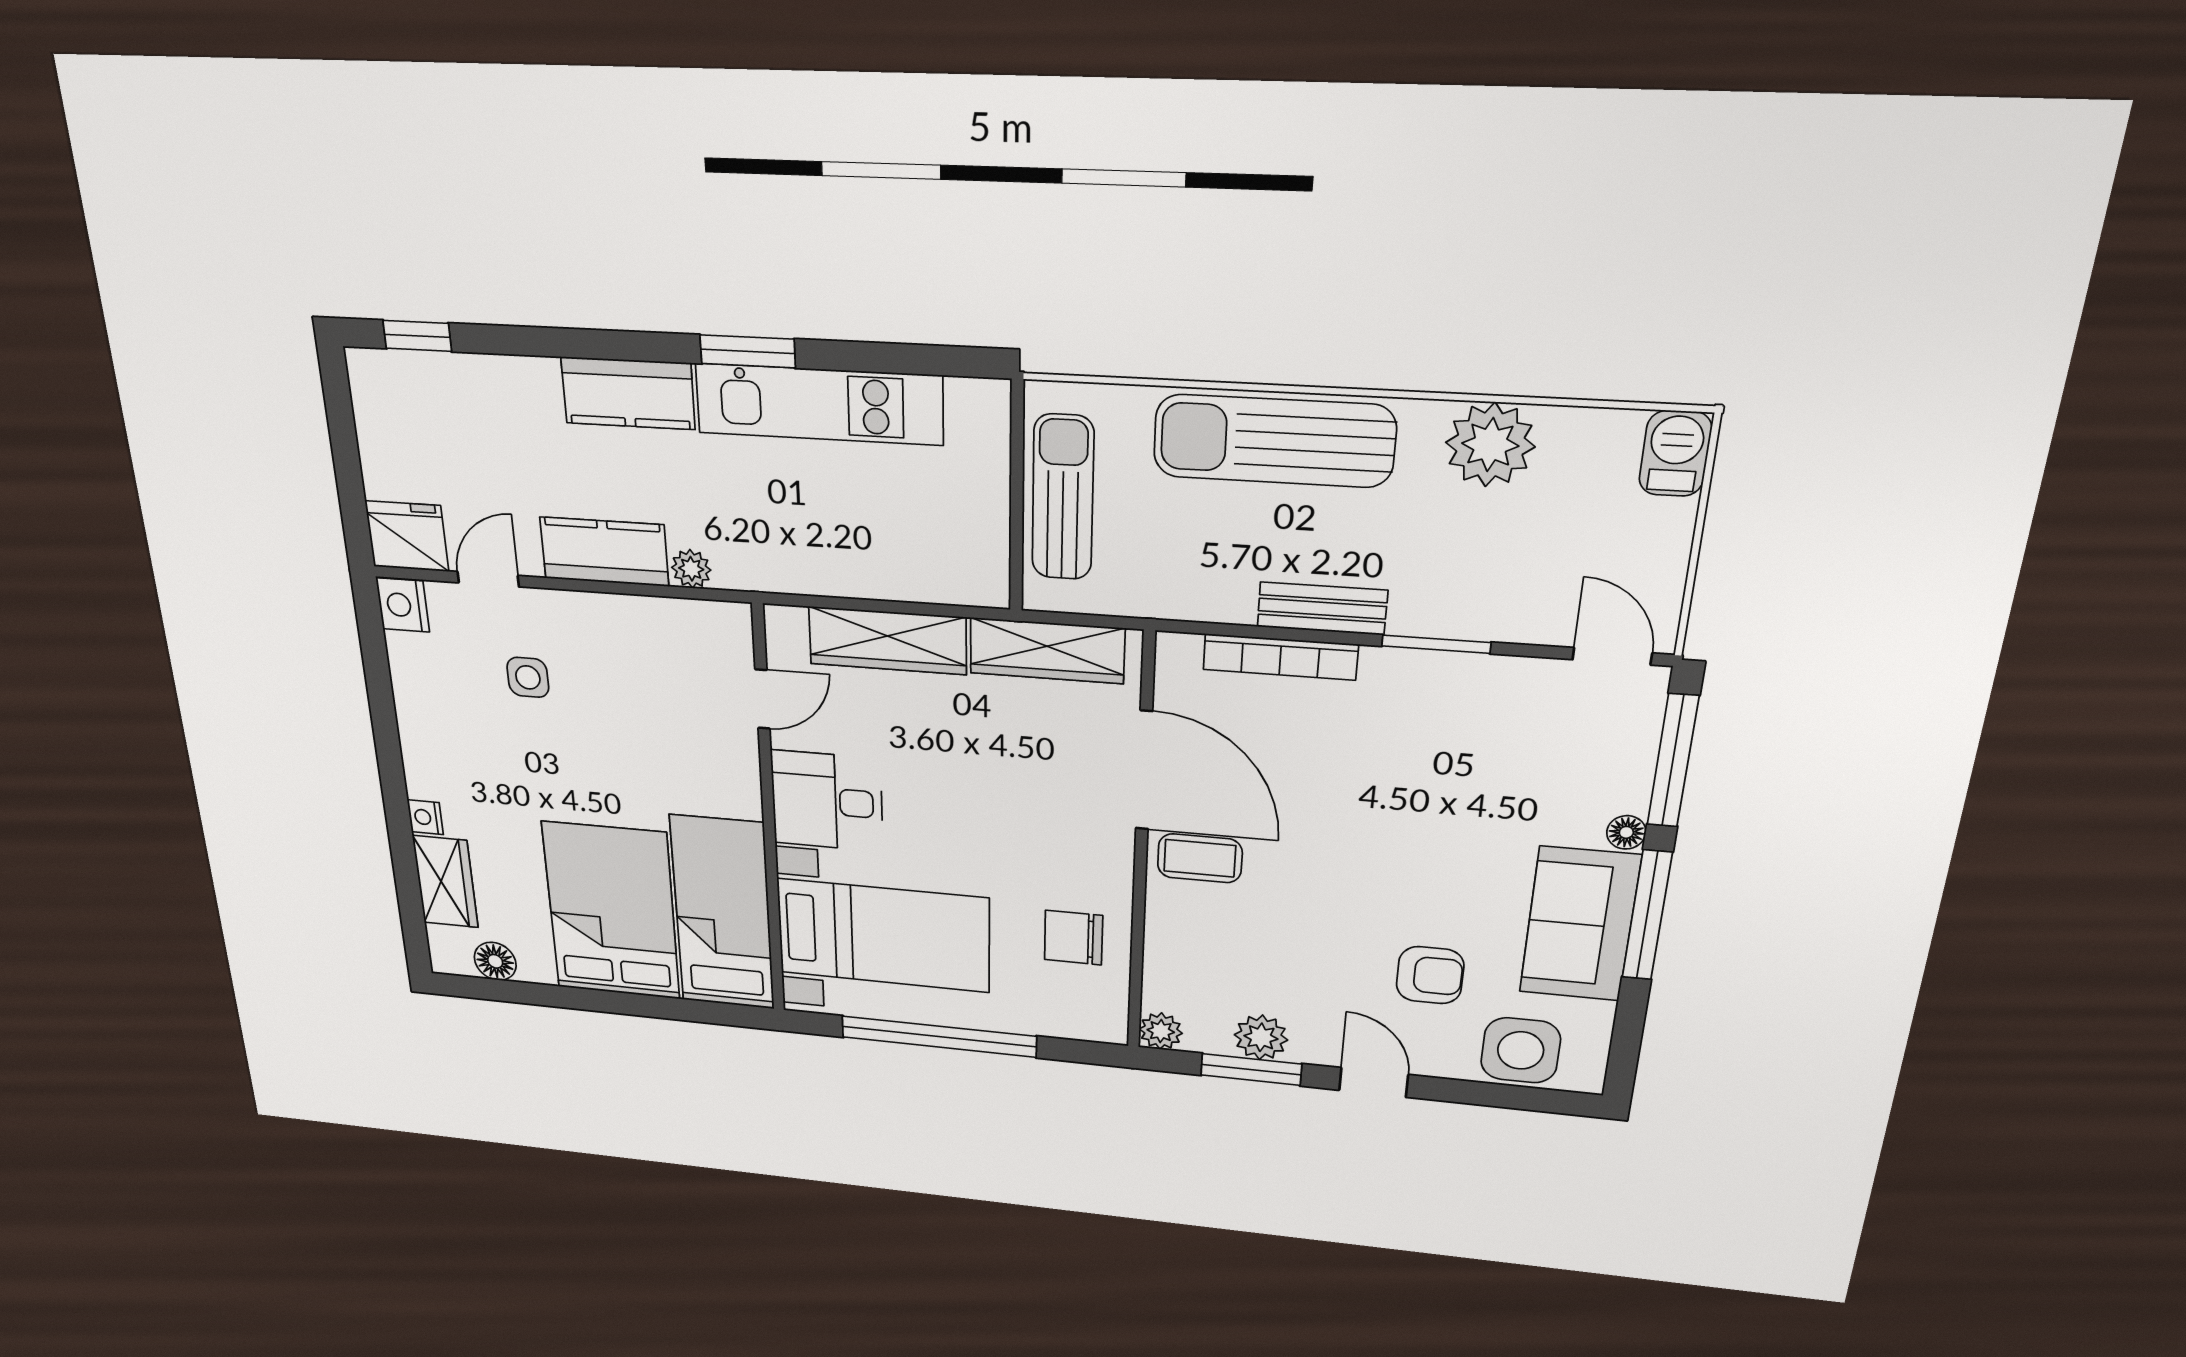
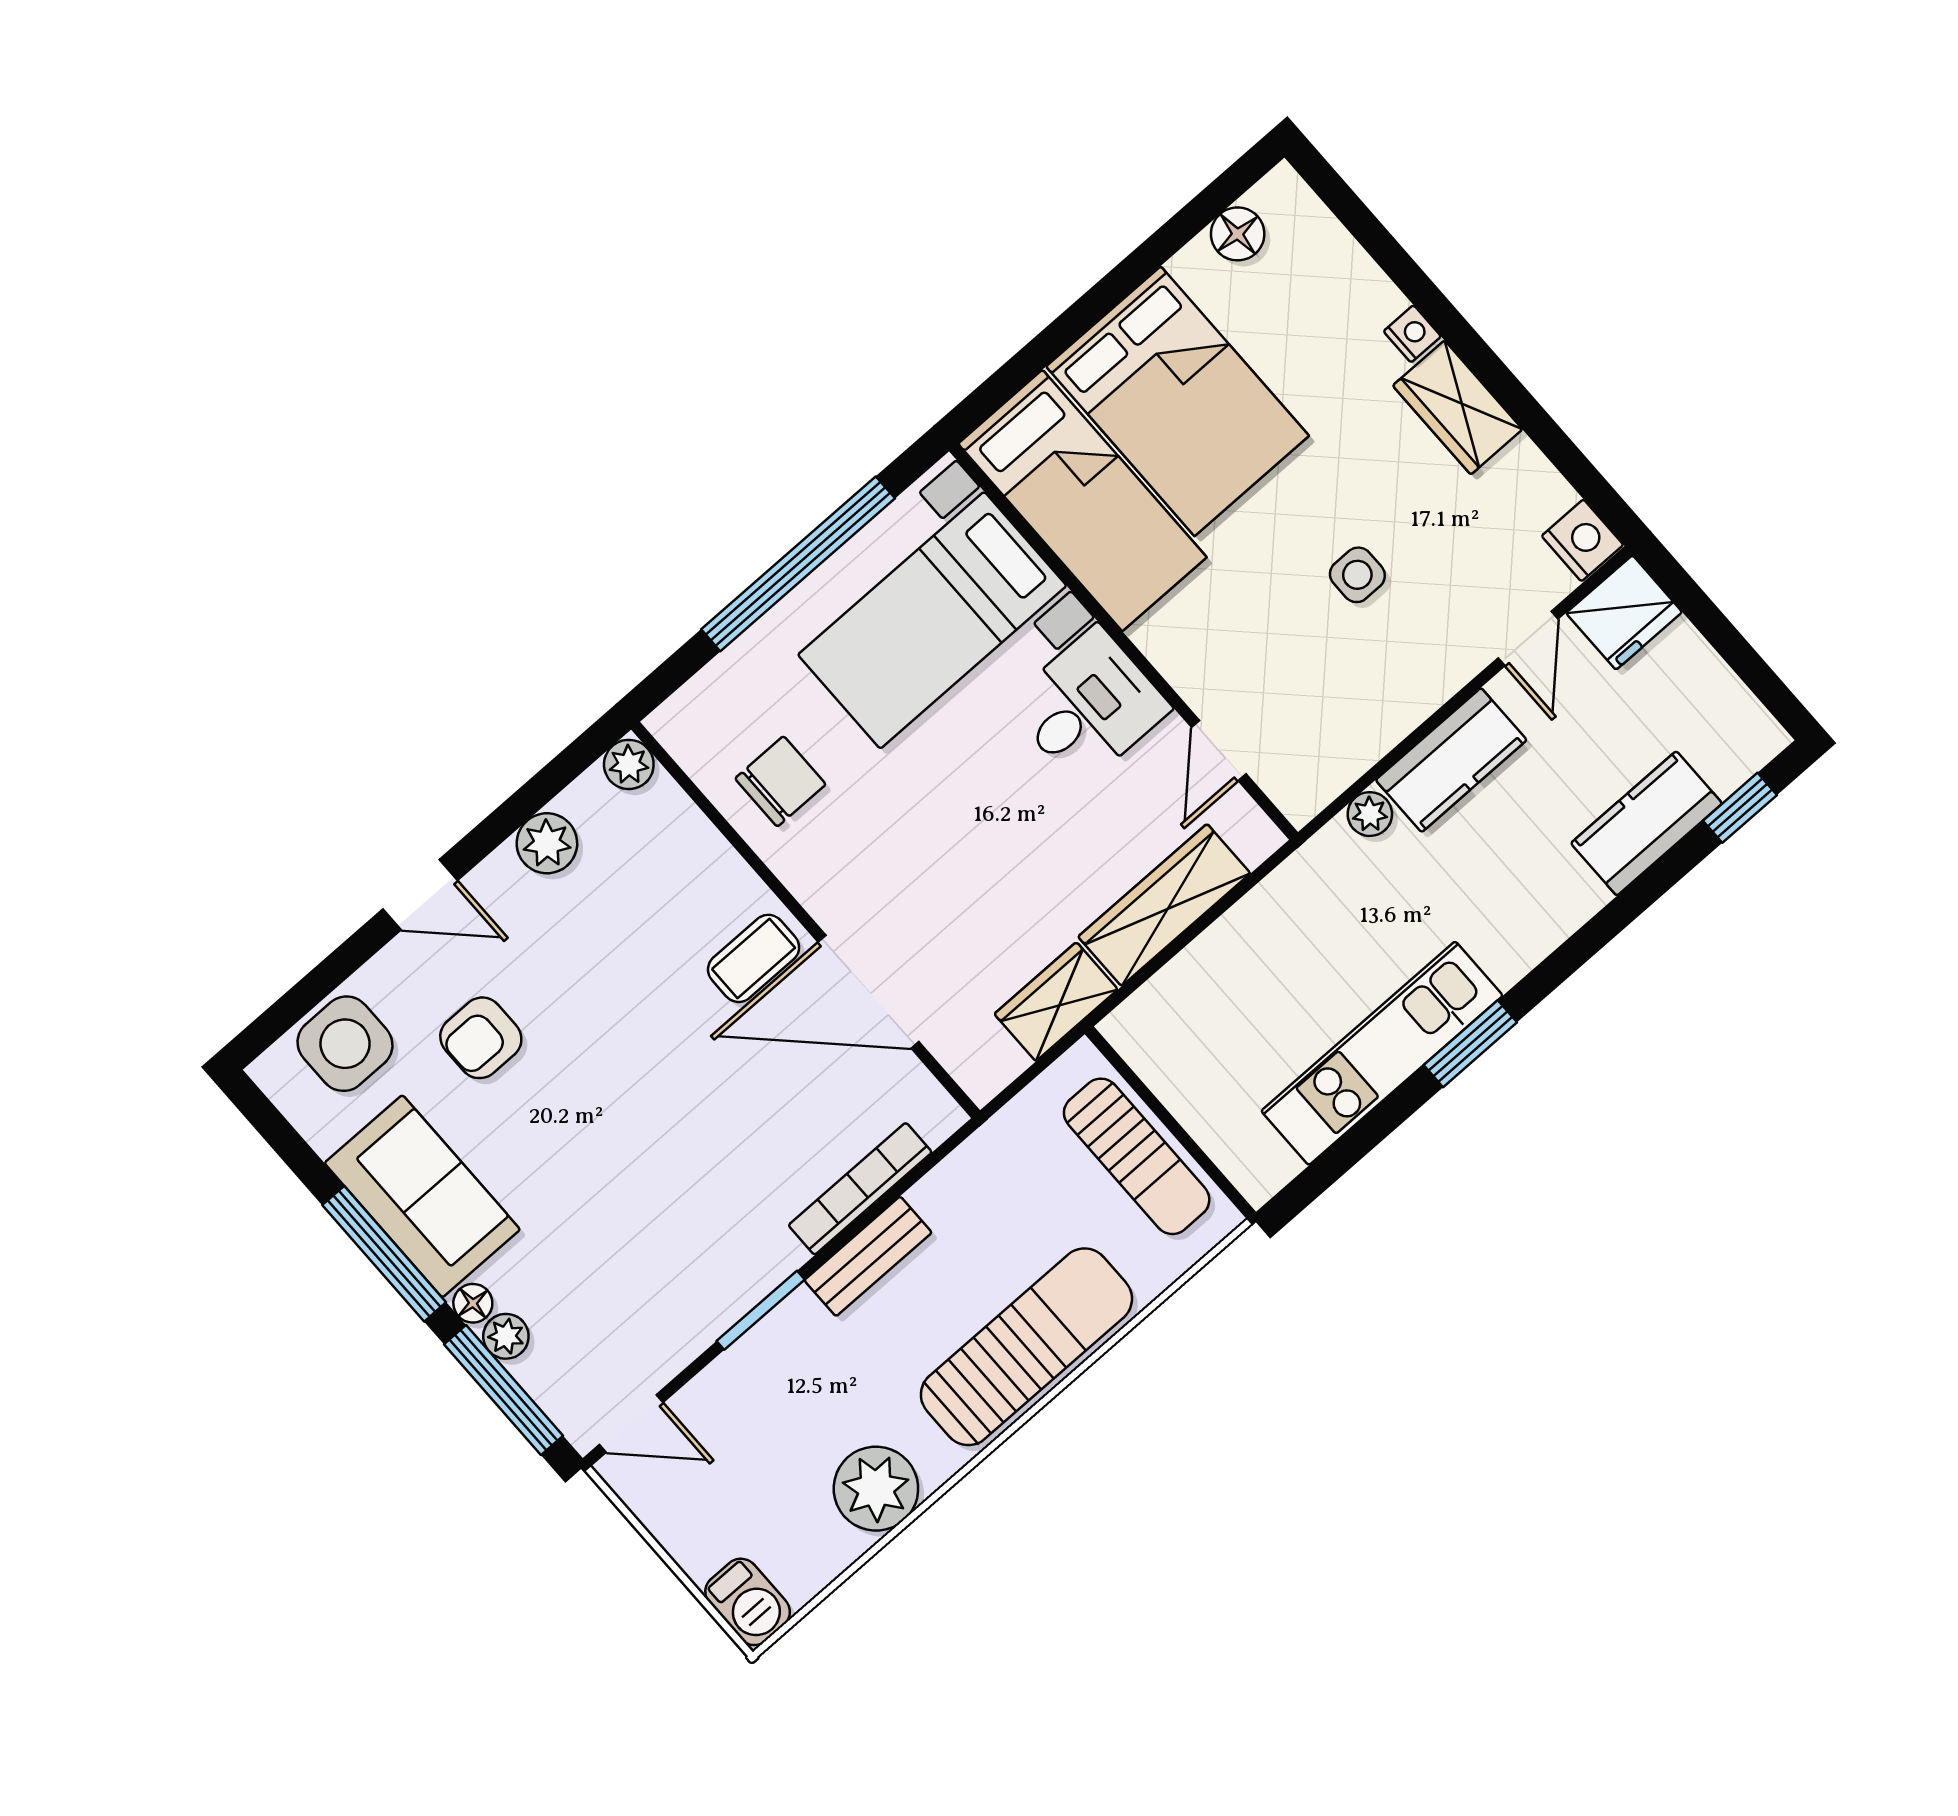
kitchen counter: (628, 393) -> (1647, 823), moved
wardrobe: (1047, 651) -> (1056, 1002), width x0.67
side table: (528, 677) -> (1357, 575), moved
plant: (1629, 792) -> (506, 1336), added
wardrobe: (445, 882) -> (1458, 407), moved
window: (1251, 1070) -> (524, 804), removed

